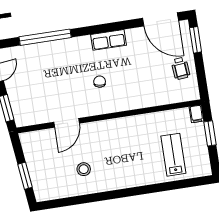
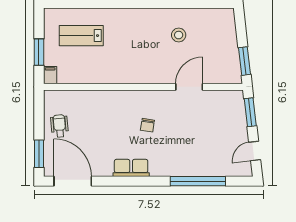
lab bench: (173, 155) -> (81, 36), turned 90
window: (25, 176) -> (244, 61), moved

